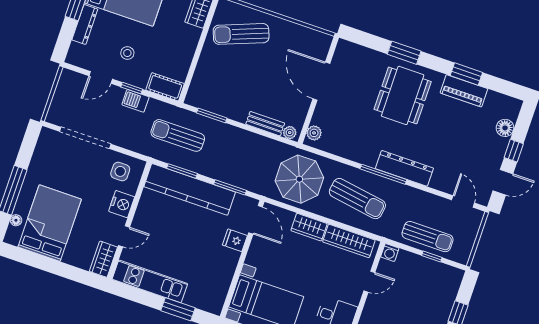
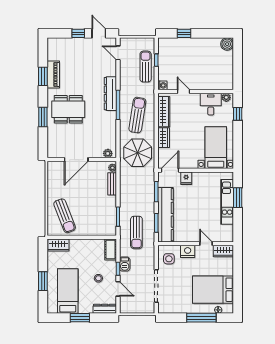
dresser: (85, 25) -> (105, 309), moved
floor lamp: (505, 128) -> (67, 43), removed
door: (463, 201) -> (118, 53), hinge flipped
kitchen unit: (150, 281) -> (227, 202), moved

